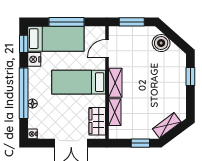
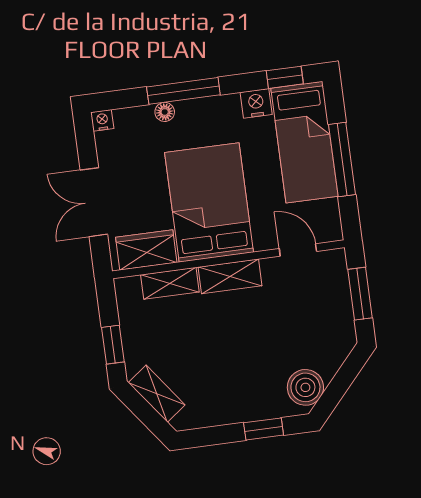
boiler: (161, 43) -> (305, 387), moved
bed: (79, 82) -> (209, 202), width x1.50
window: (24, 93) -> (183, 91), width x0.68

